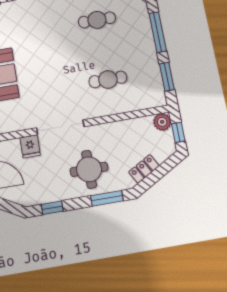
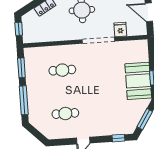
plant: (162, 122) -> (29, 37), removed

